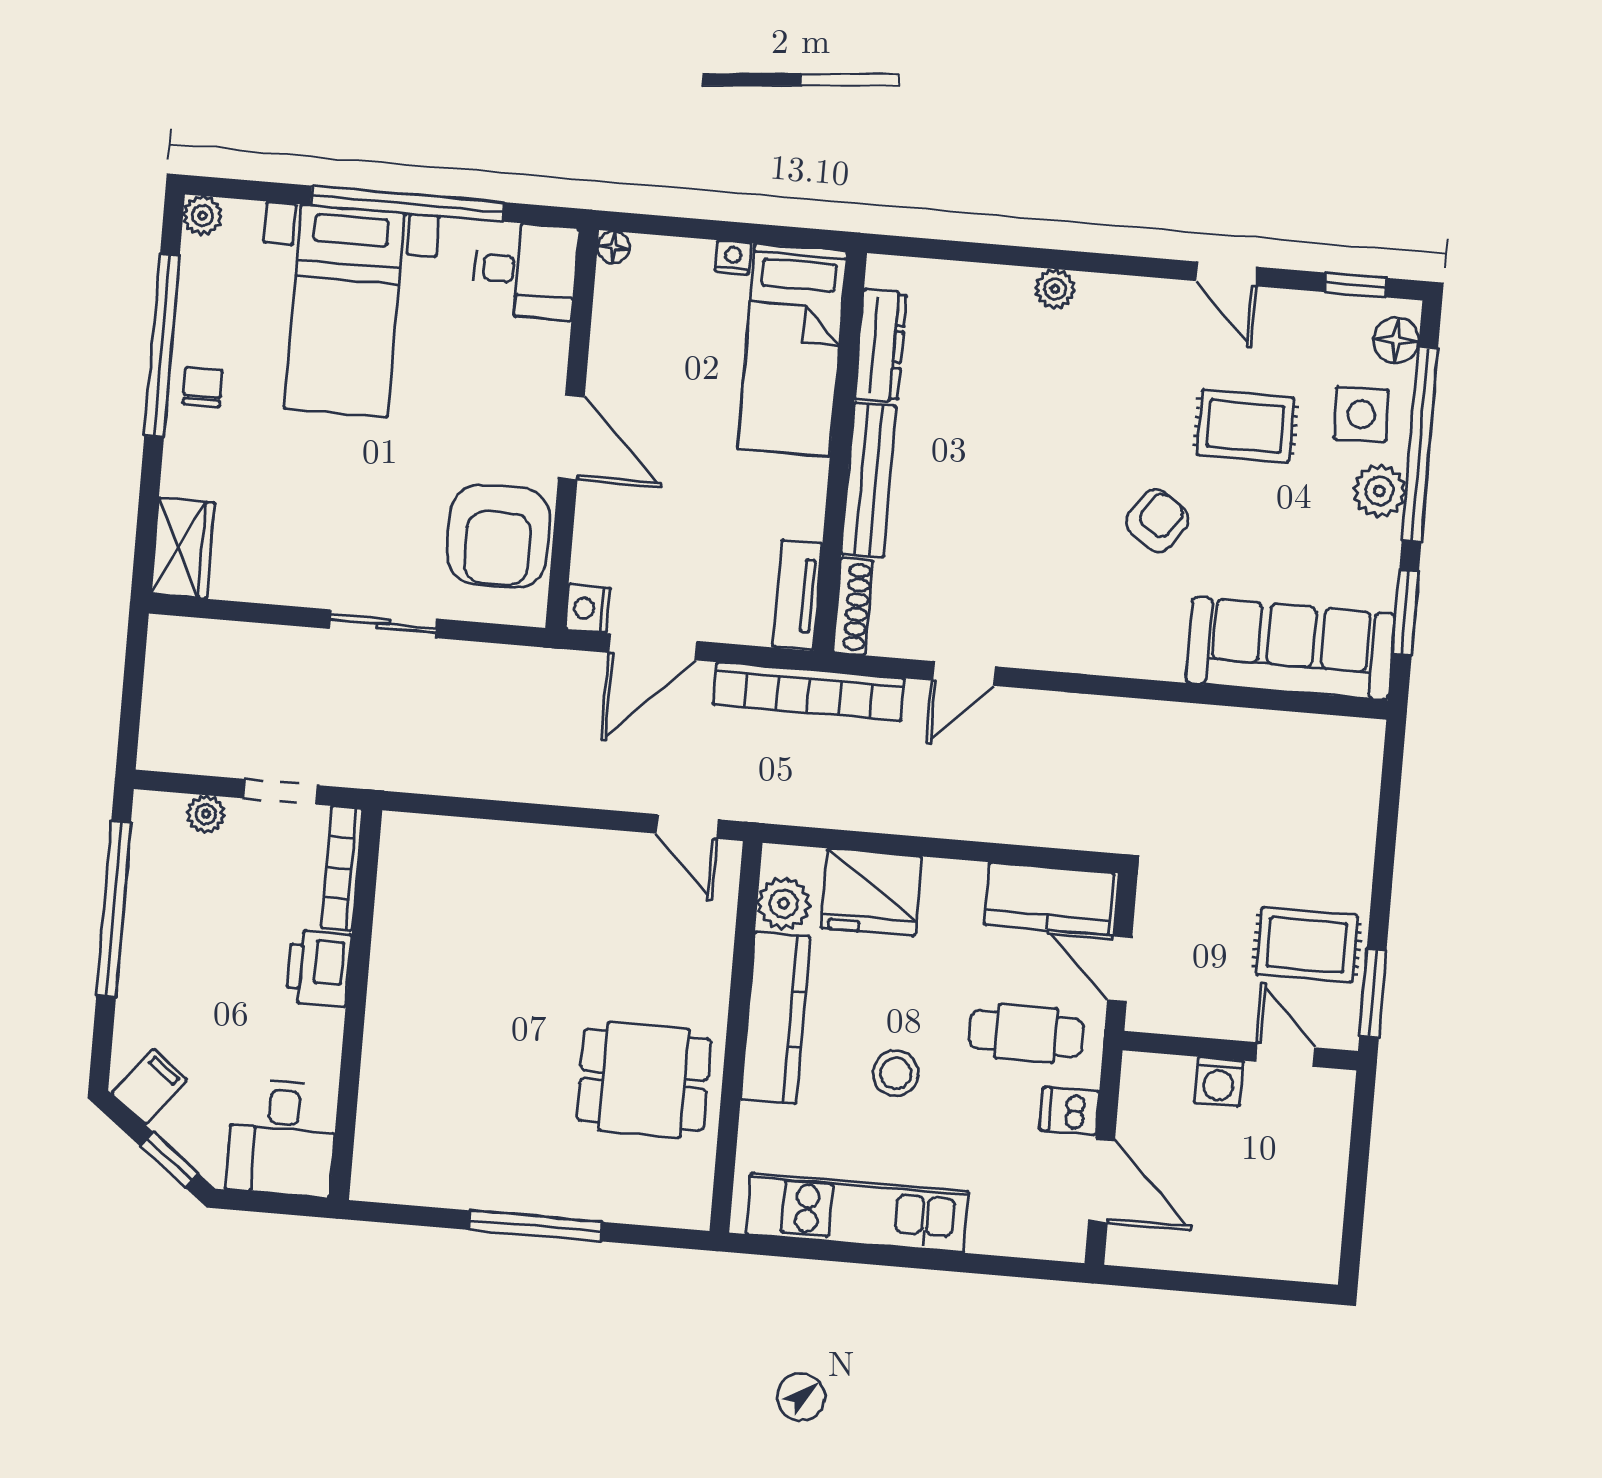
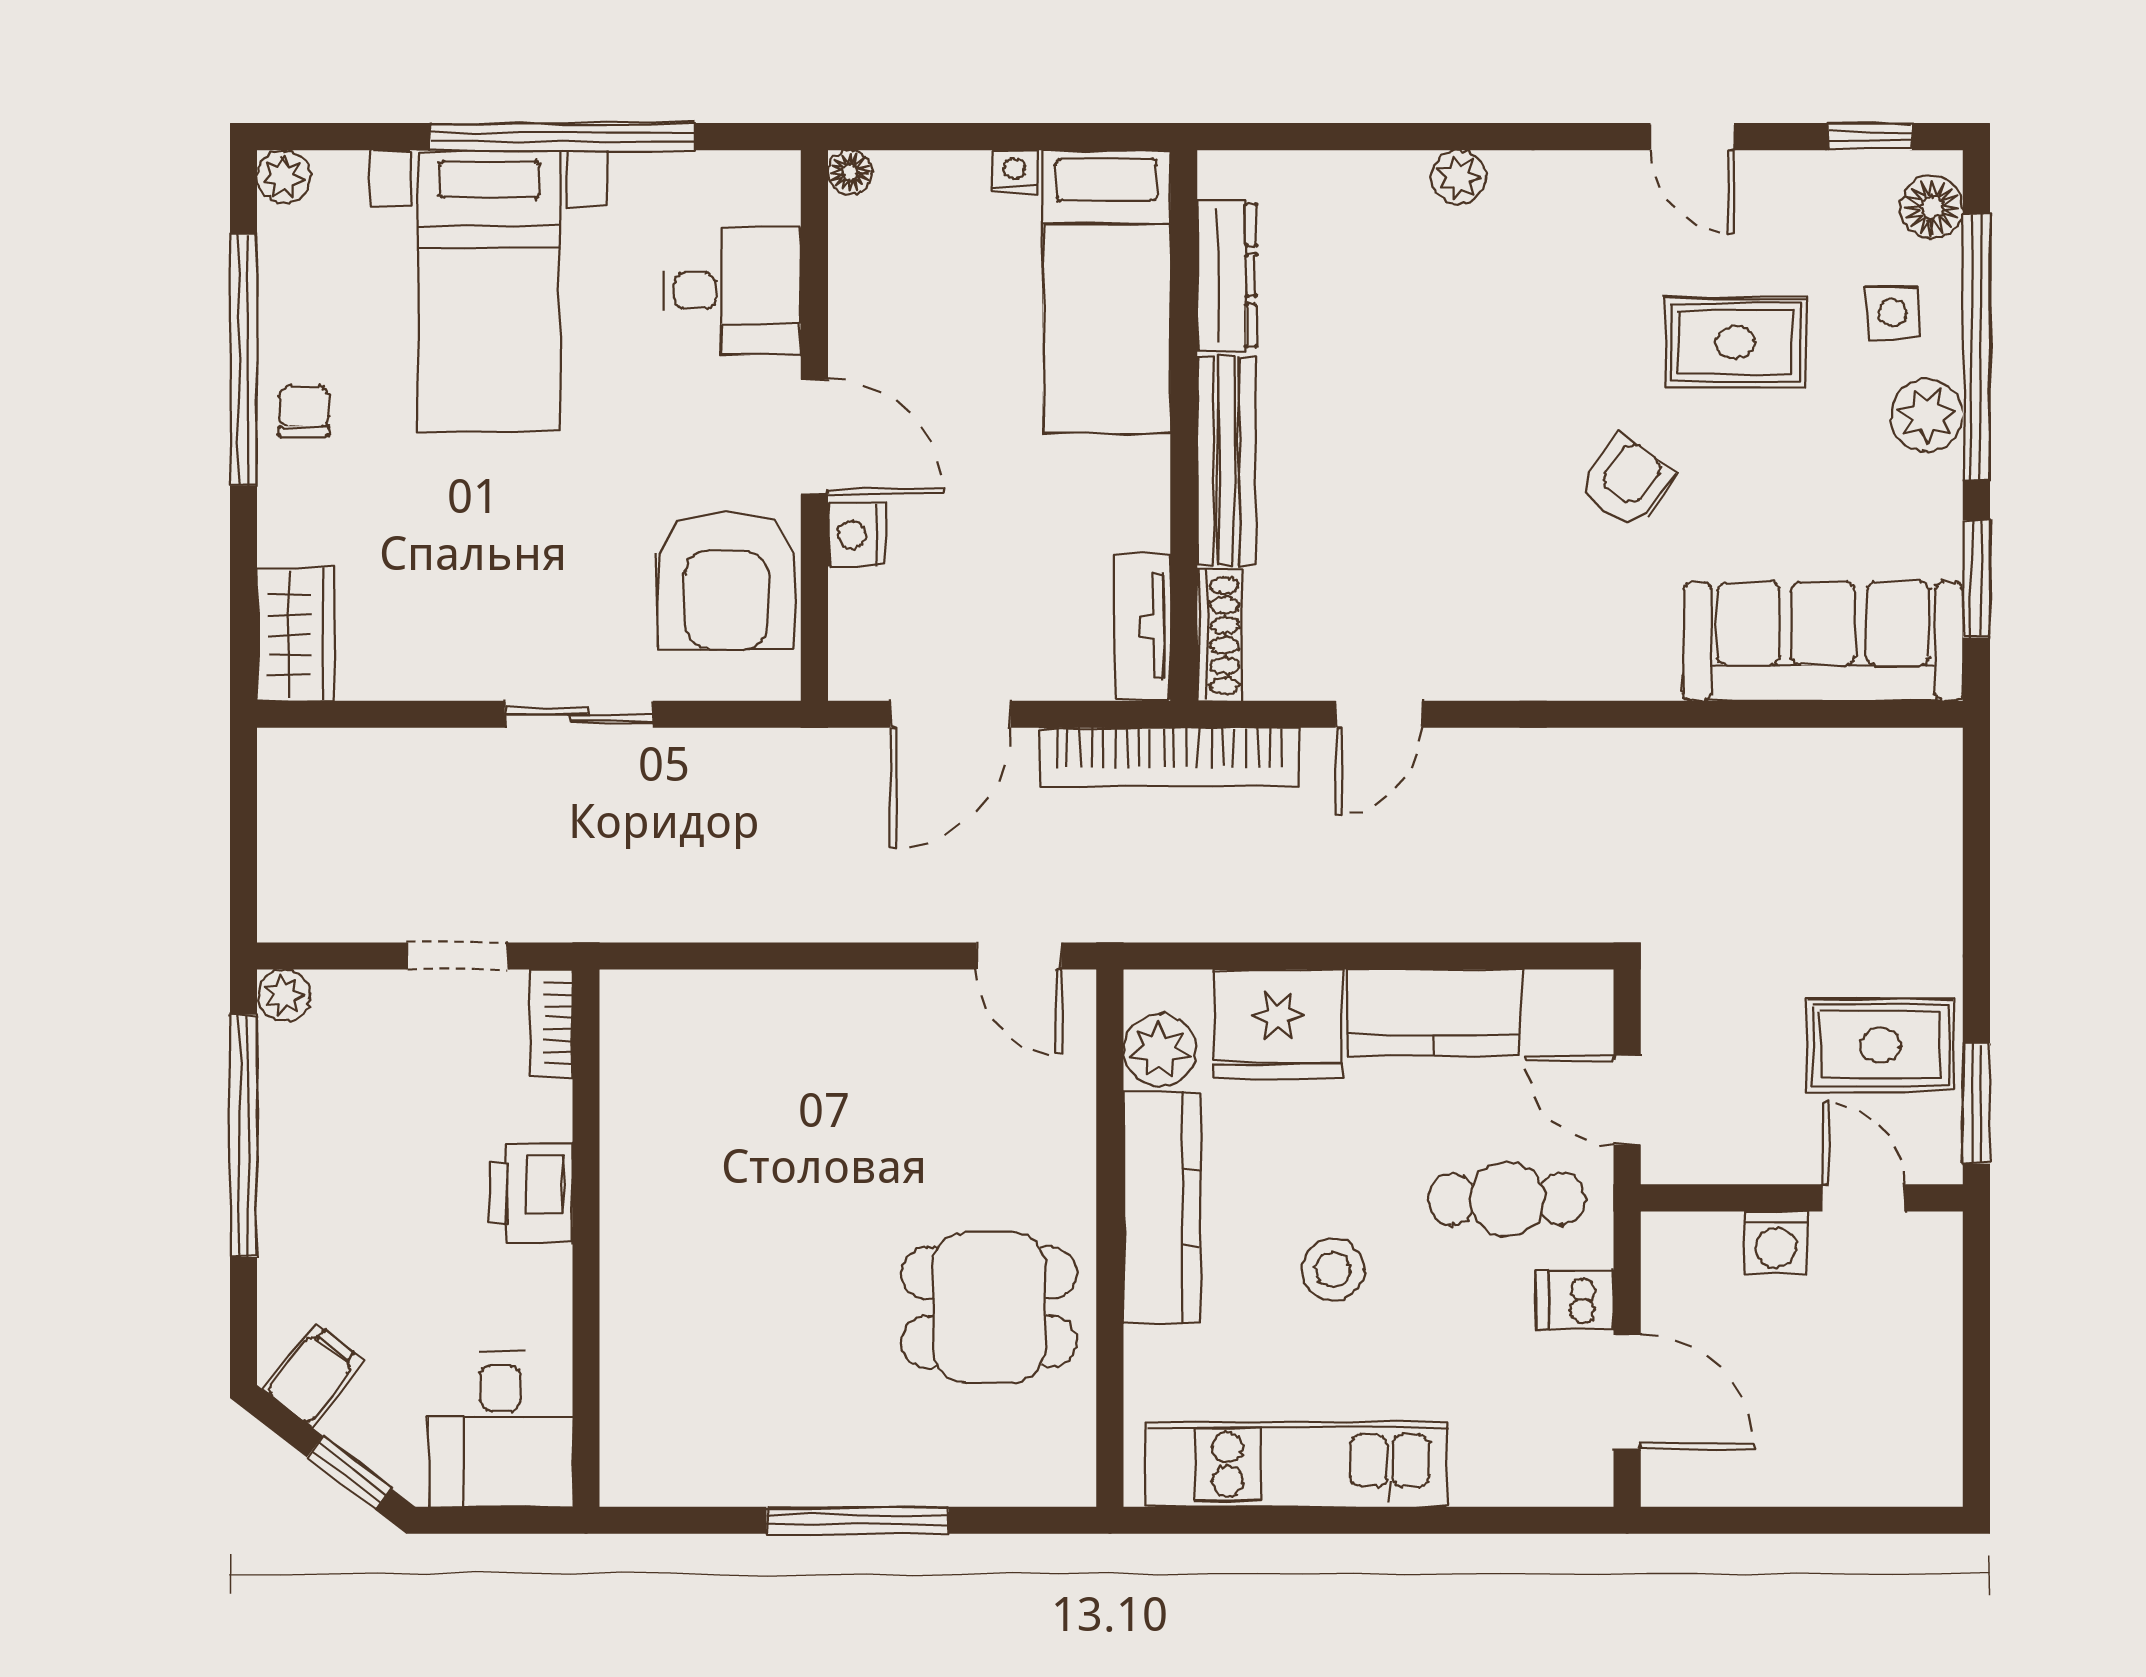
desk: (526, 270) -> (732, 291), moved
side table: (1361, 414) -> (1893, 313), width x0.73, depth x0.73
nightstand: (588, 609) -> (857, 535), moved
plant: (206, 814) -> (284, 995), moved
bookcase: (342, 868) -> (551, 1023), width x0.64
kitchen counter: (1049, 899) -> (1434, 1012), moved

